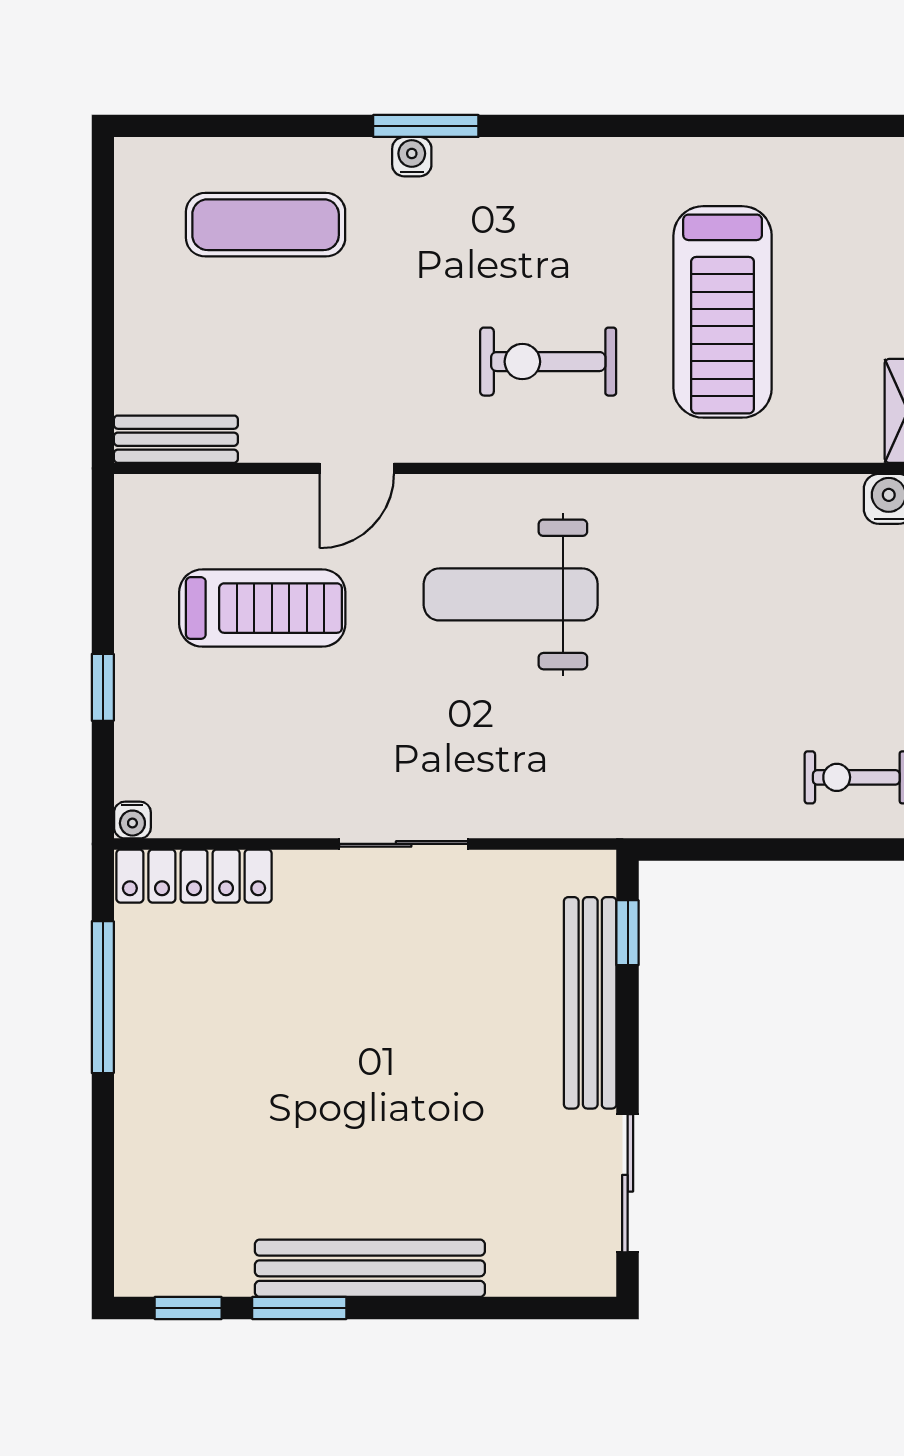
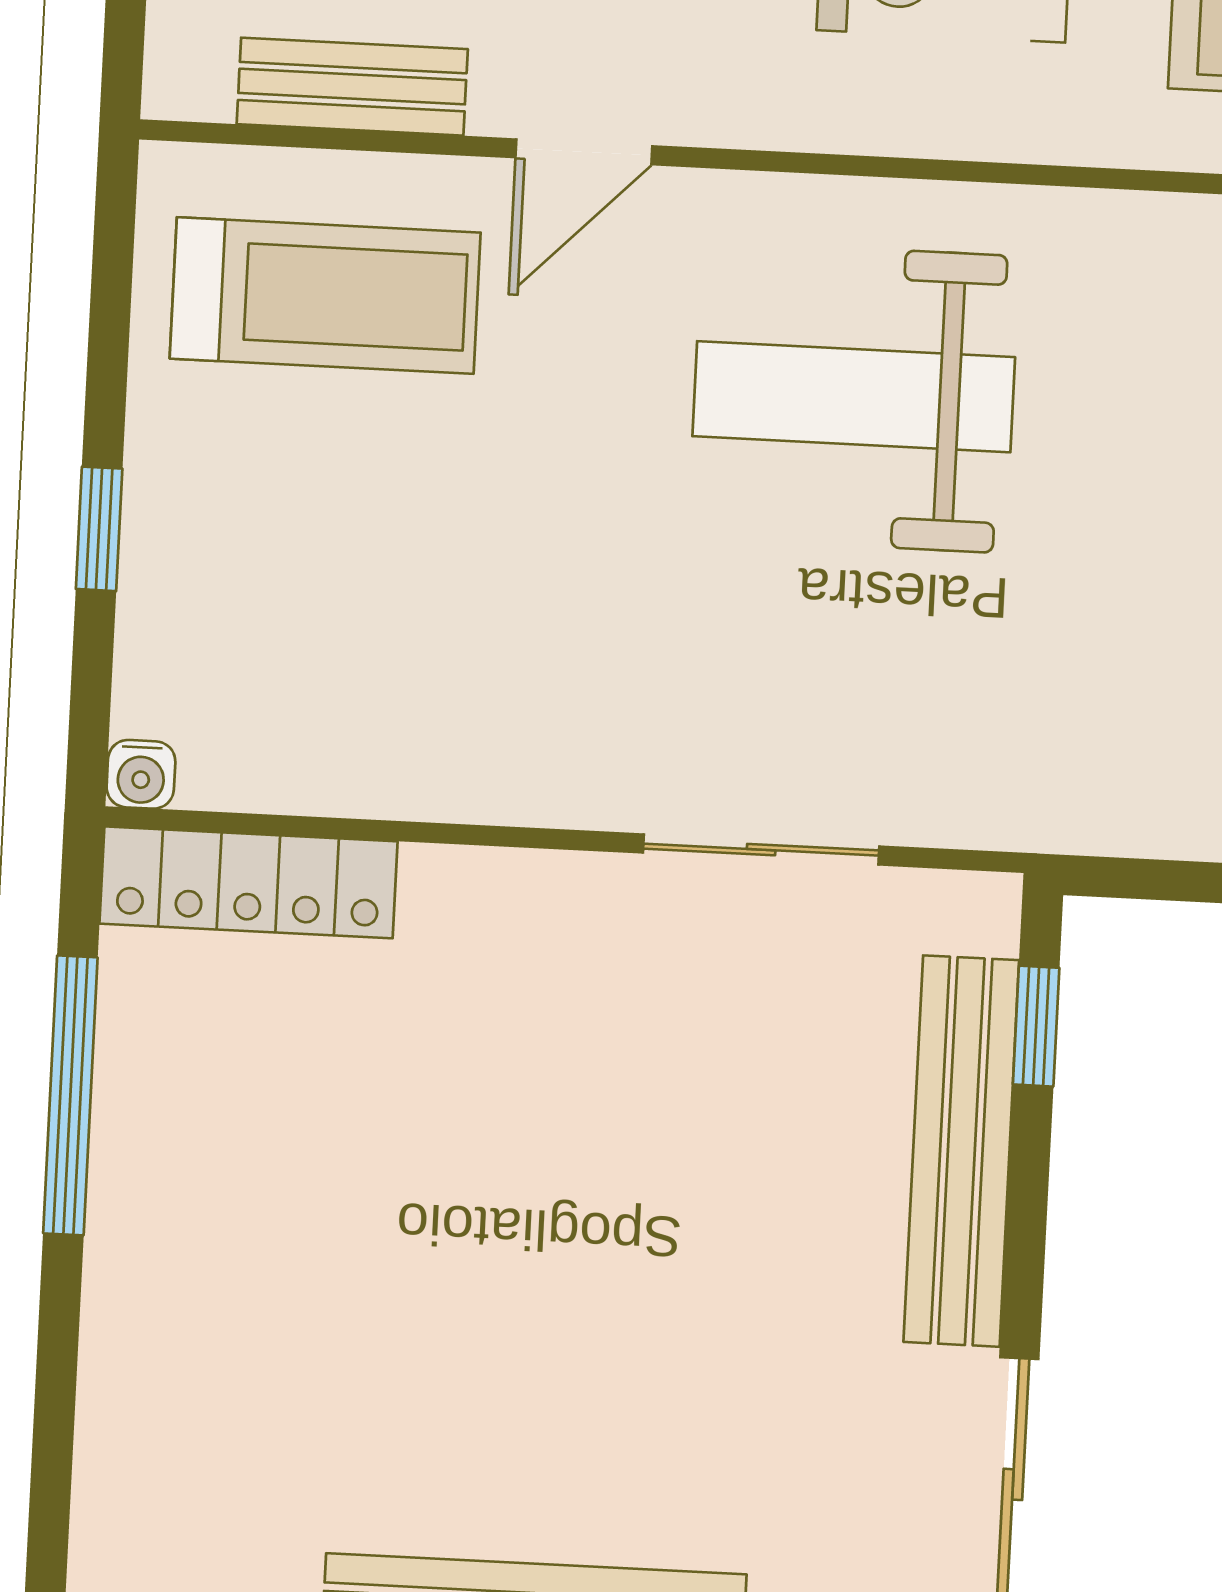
bench: (176, 439) -> (352, 87), moved
treadmill: (262, 608) -> (325, 296), moved
sliding door: (404, 844) -> (761, 850), moved

